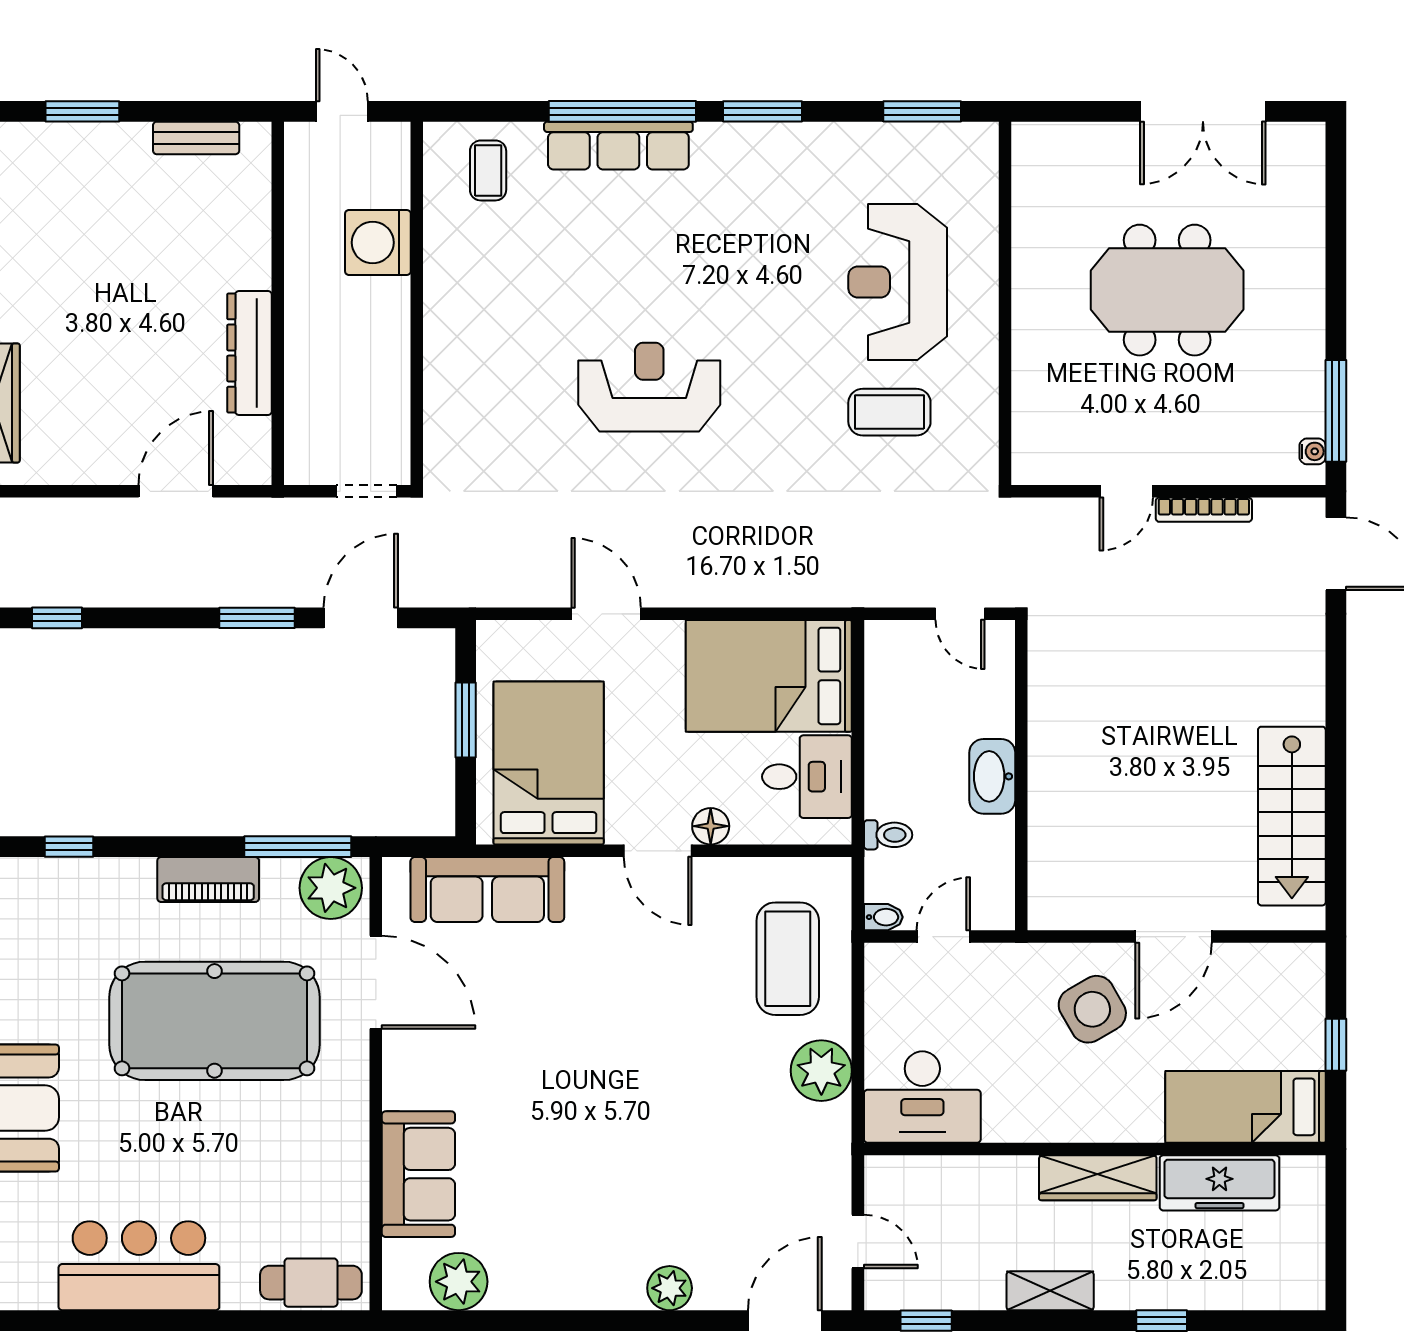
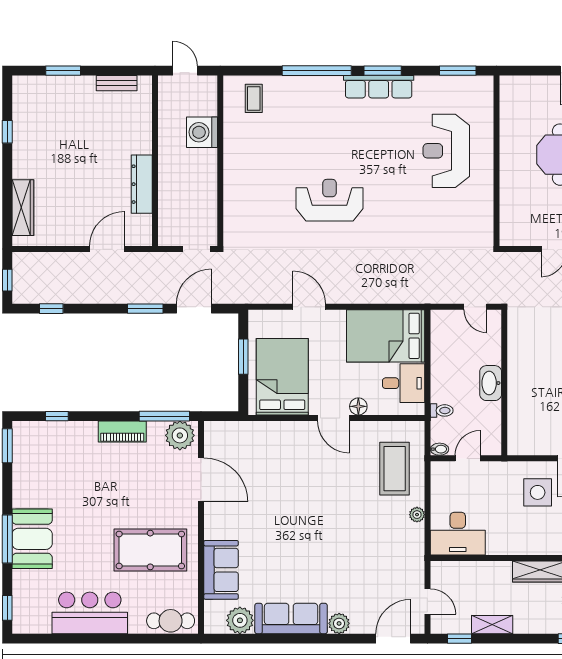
row of seats: (618, 146) -> (379, 87), moved
coffee table: (889, 412) -> (442, 212), removed
sofa: (487, 890) -> (291, 619), moved, turned 180
side table: (1092, 1009) -> (538, 492), turned 30
pool table: (214, 1021) -> (150, 550), moved, width x0.73, depth x0.76
plant: (821, 1071) -> (417, 515), width x0.53, depth x0.53
shelving: (1050, 1291) -> (492, 625), moved

